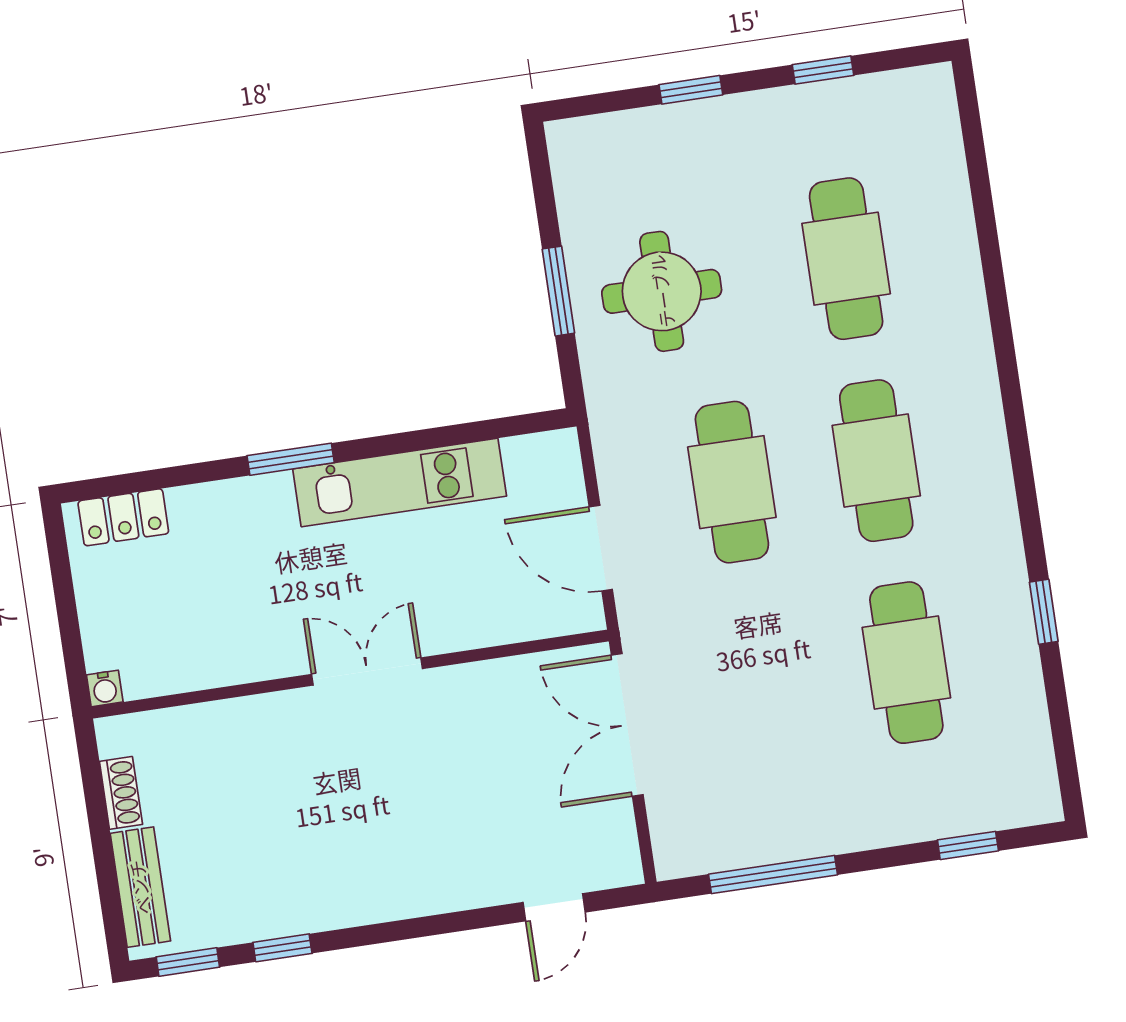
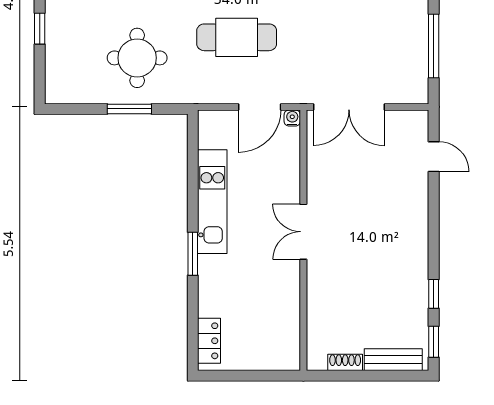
water cooler: (105, 688) -> (292, 118), moved, turned -90

